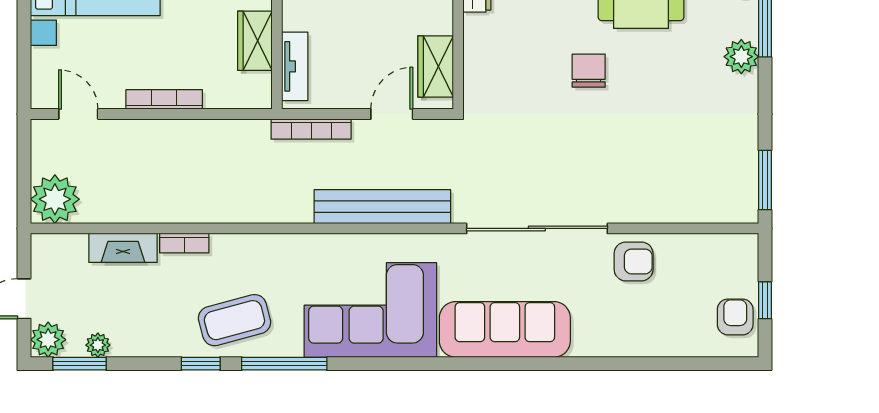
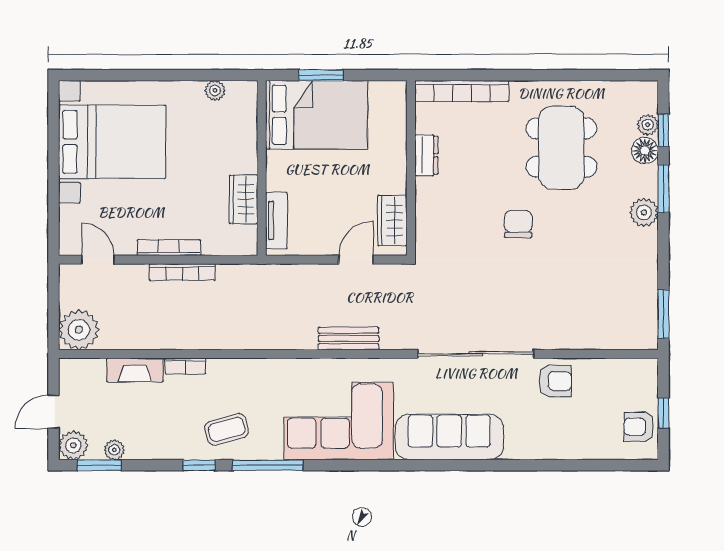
bookcase: (311, 129) -> (182, 272), moved
bench: (382, 207) -> (348, 338), width x0.54, depth x0.82
armchair: (735, 317) -> (639, 427), turned -90
coffee table: (234, 320) -> (227, 429), width x0.73, depth x0.77

